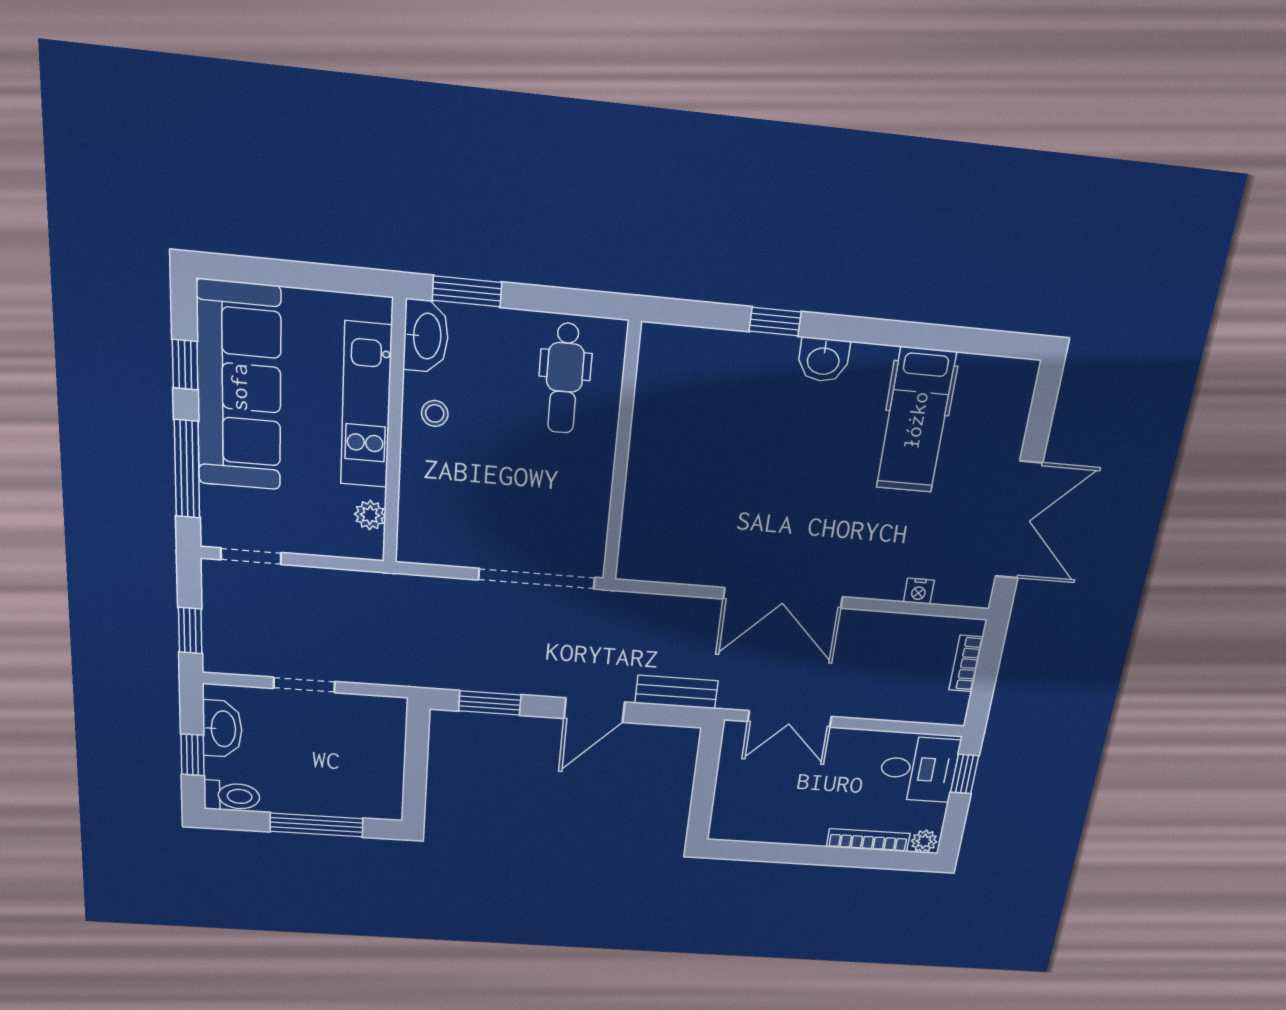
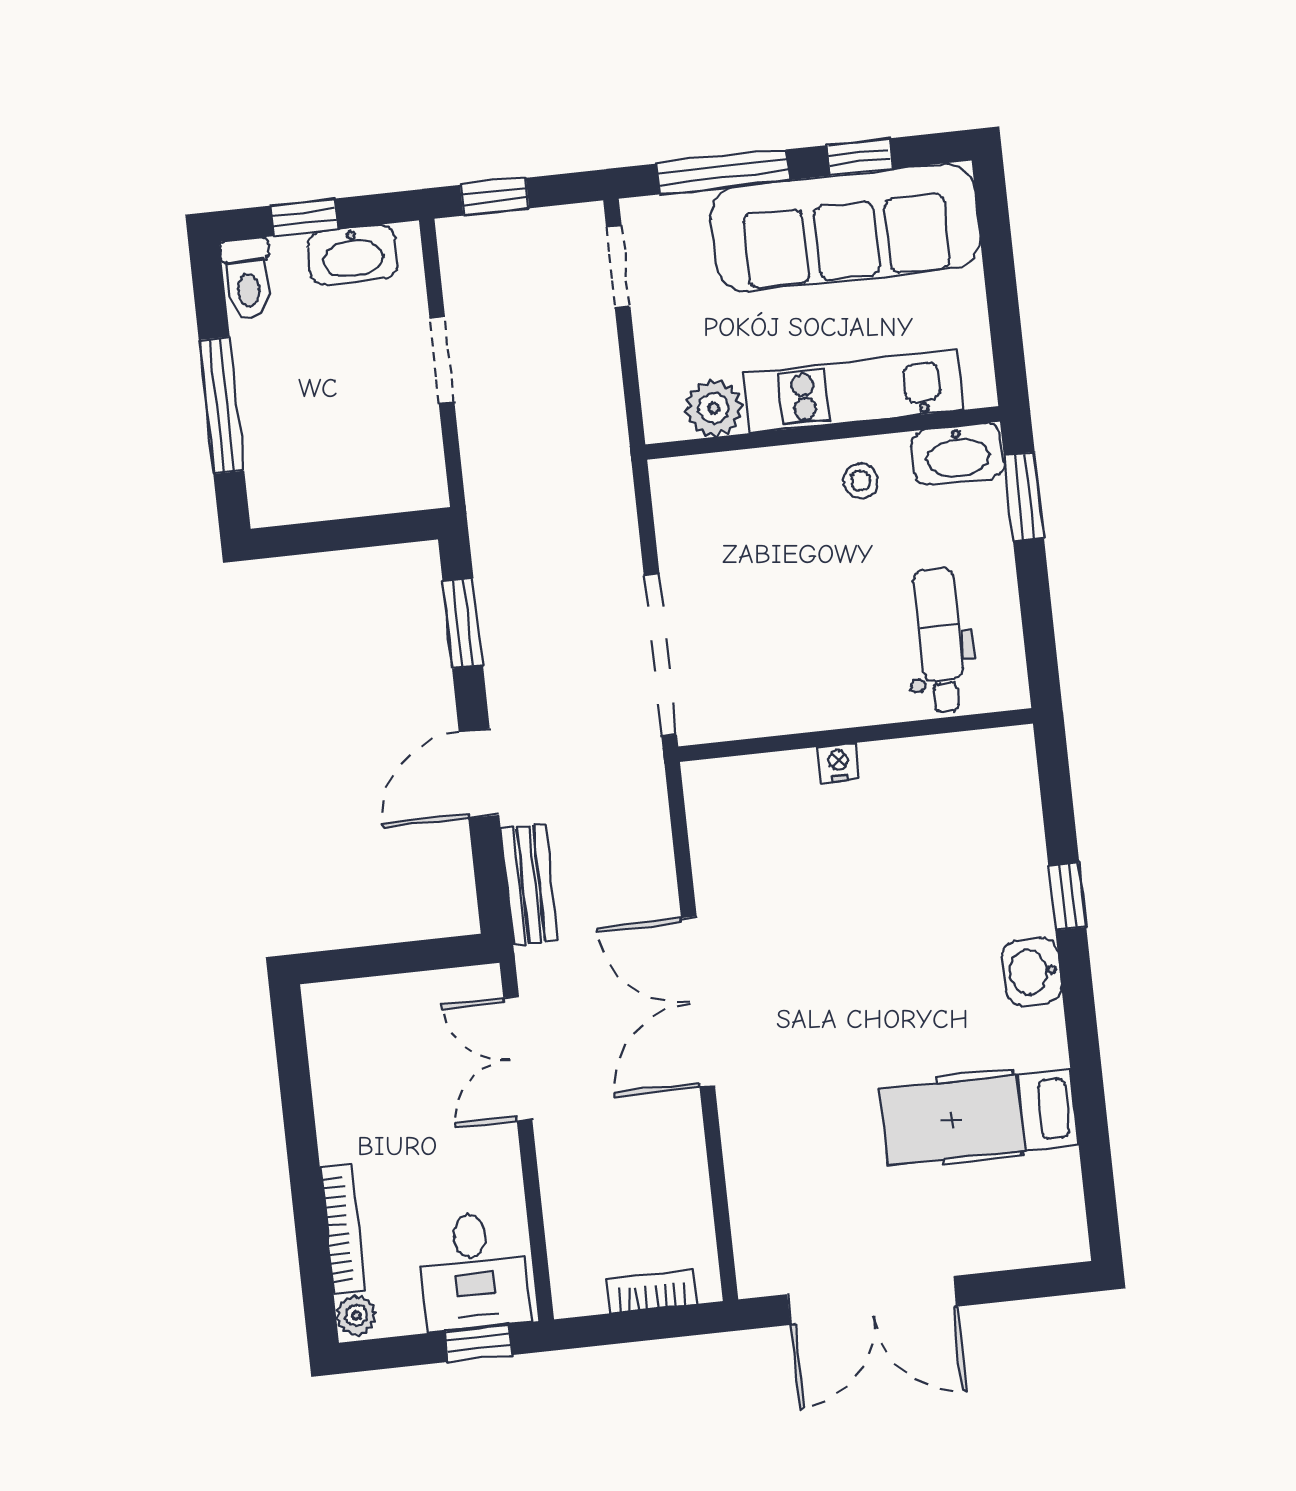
dental chair: (564, 378) -> (940, 640), turned 90
plant: (370, 515) -> (714, 408), width x1.38, depth x1.38
nightstand: (919, 591) -> (838, 763), moved, turned 90
door: (594, 710) -> (479, 773), hinge flipped

